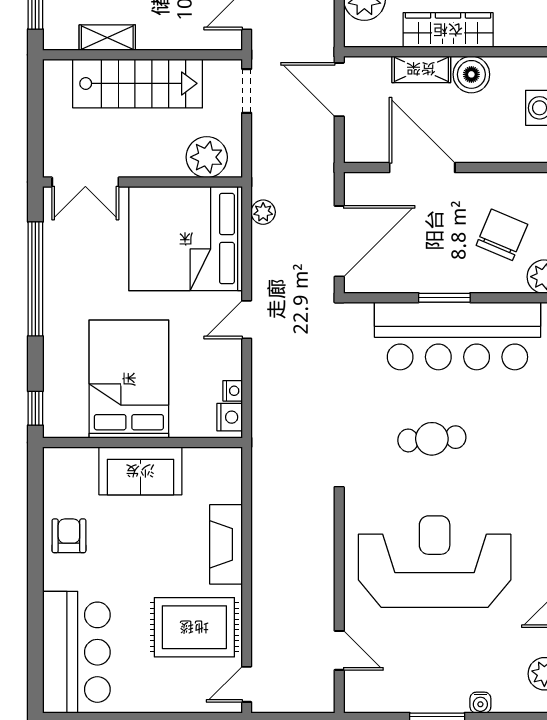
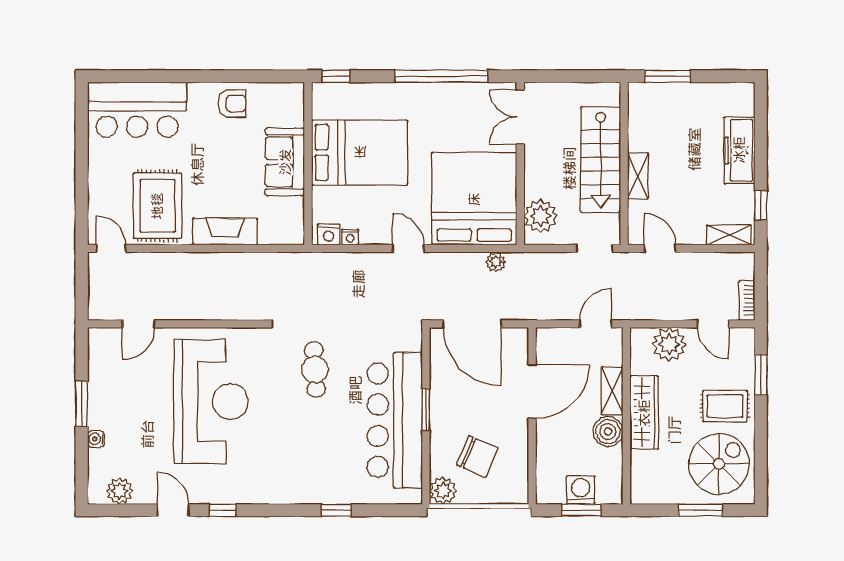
shelving: (107, 38) -> (638, 176), moved
door: (339, 90) -> (596, 324), width x0.73
cafe table: (432, 439) -> (315, 370), moved

